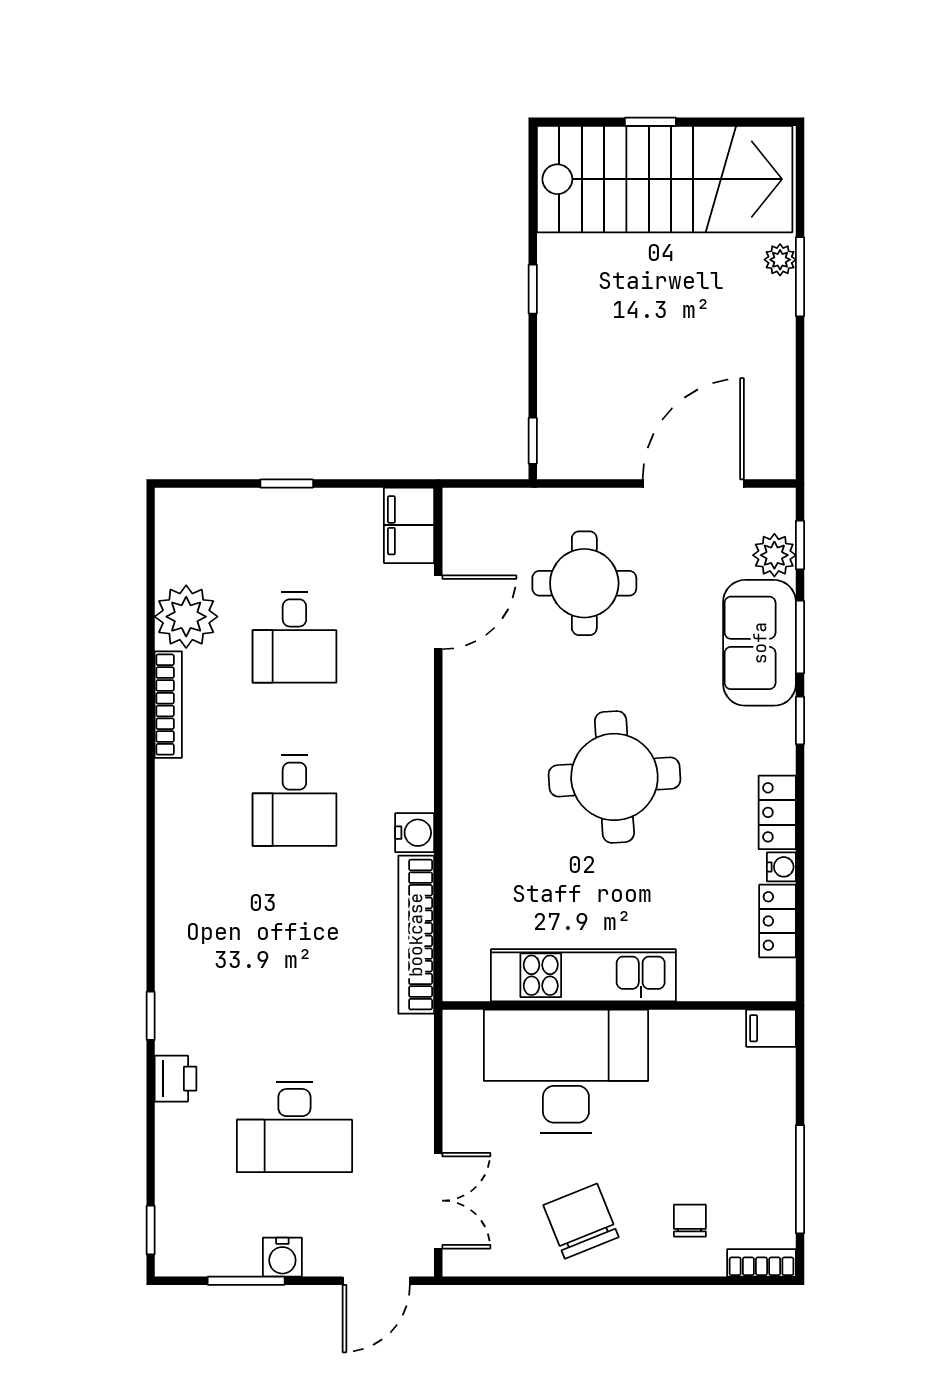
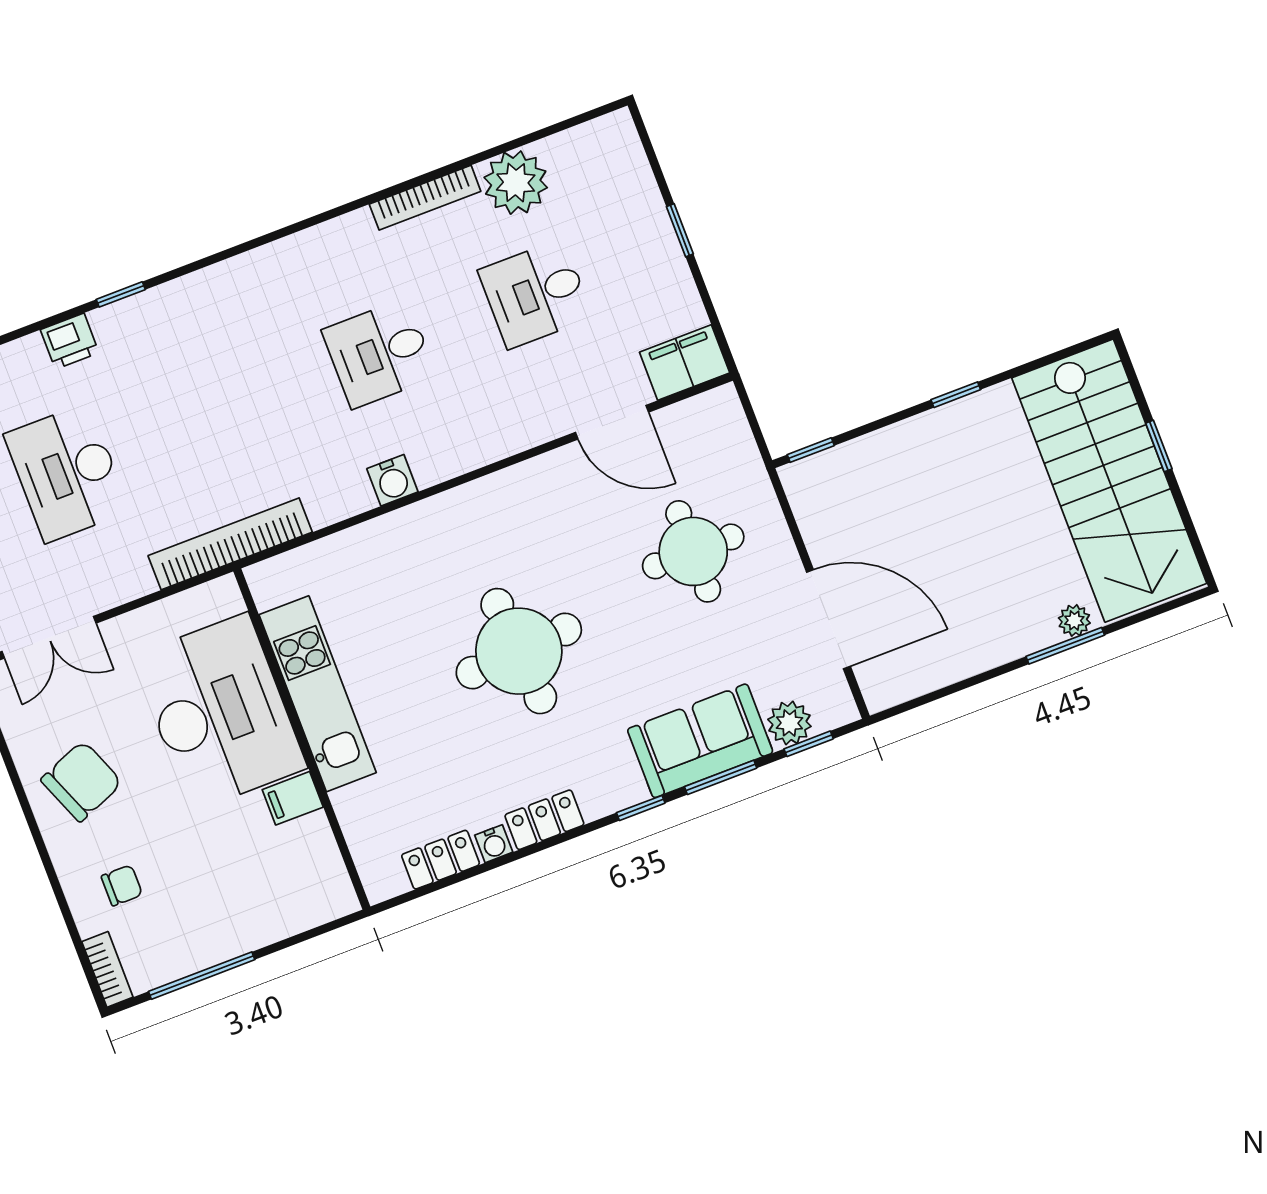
bookcase: (416, 935) -> (230, 544), moved
filing cabinet: (771, 1028) -> (293, 798), moved, turned -90

